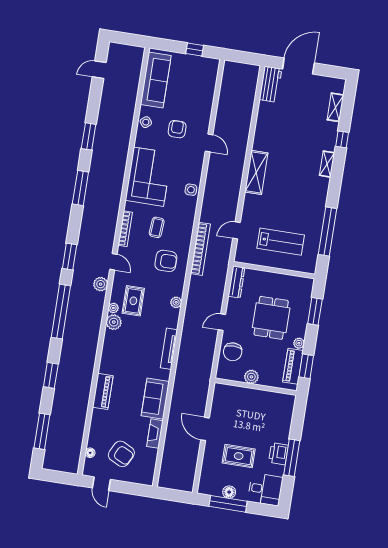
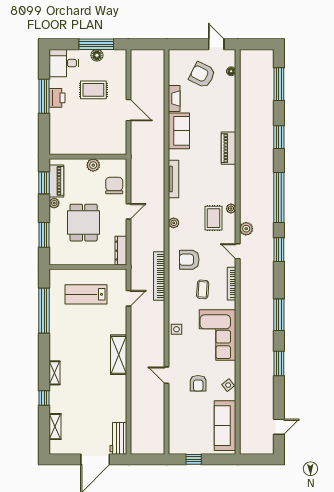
plant: (114, 322) -> (229, 195), removed
piano: (103, 391) -> (228, 148), moved

